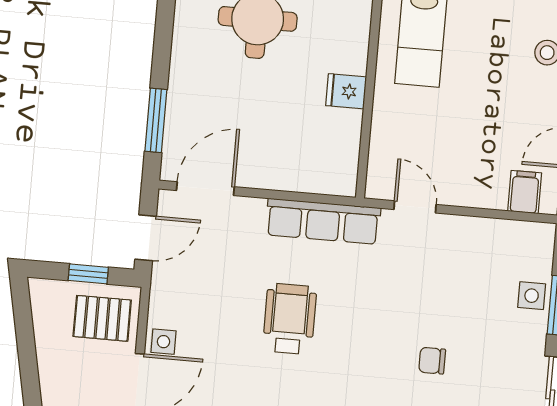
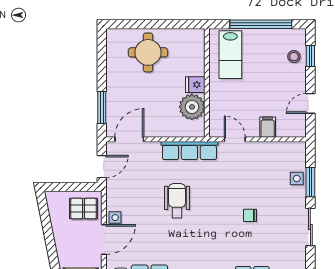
plant: (336, 135) -> (192, 107), added
filing cabinet: (525, 192) -> (268, 127), moved
window: (88, 274) -> (75, 187), removed

